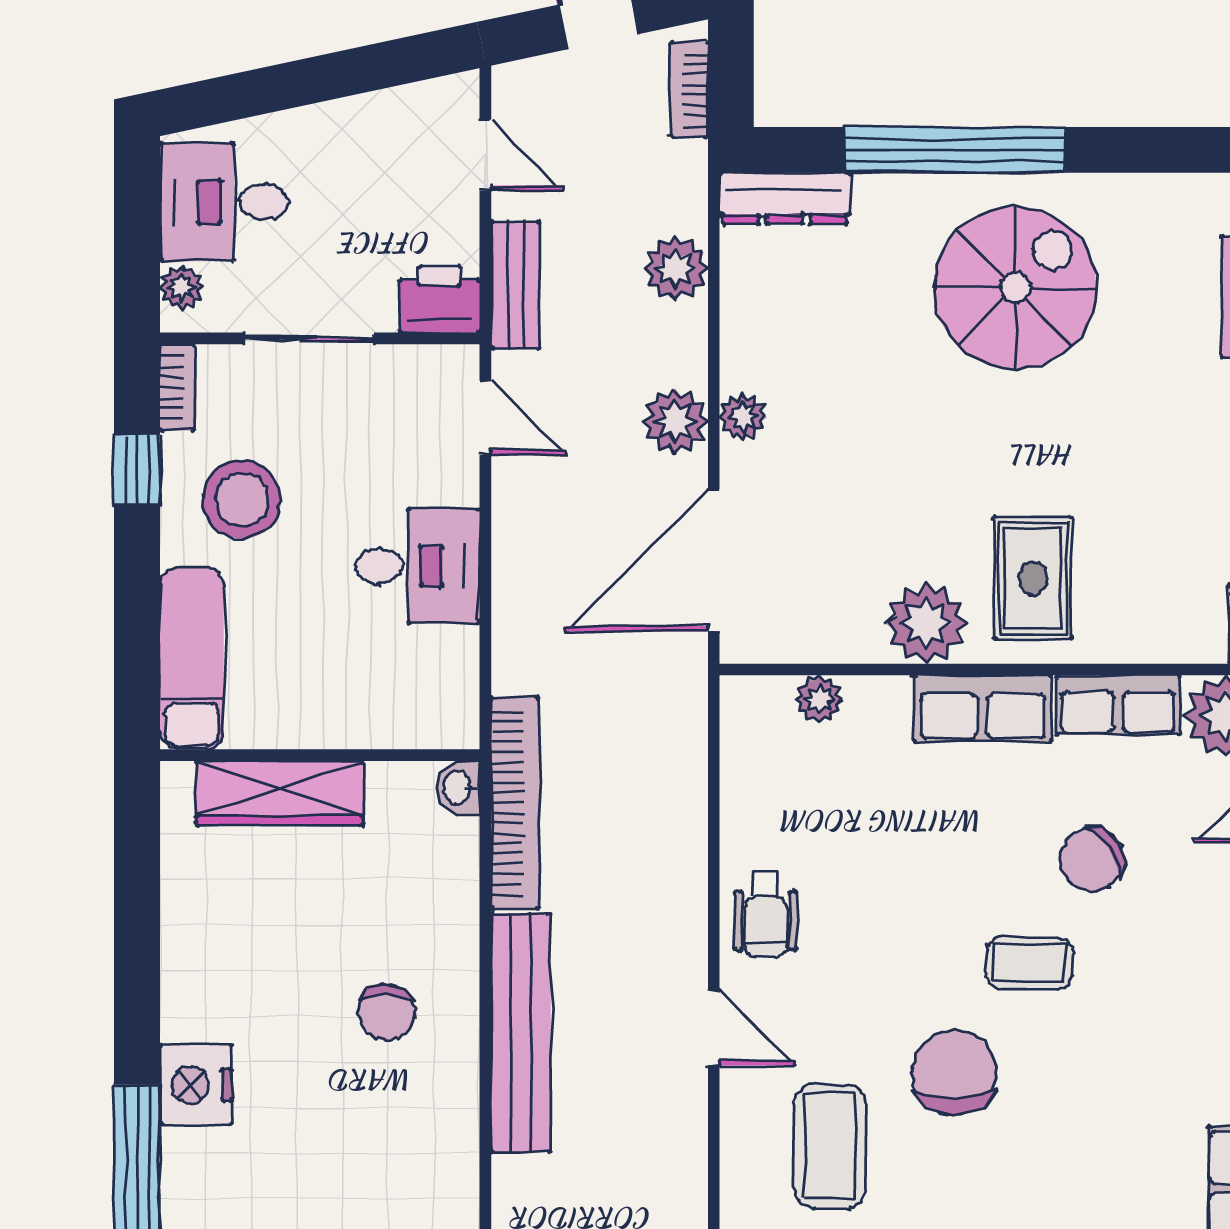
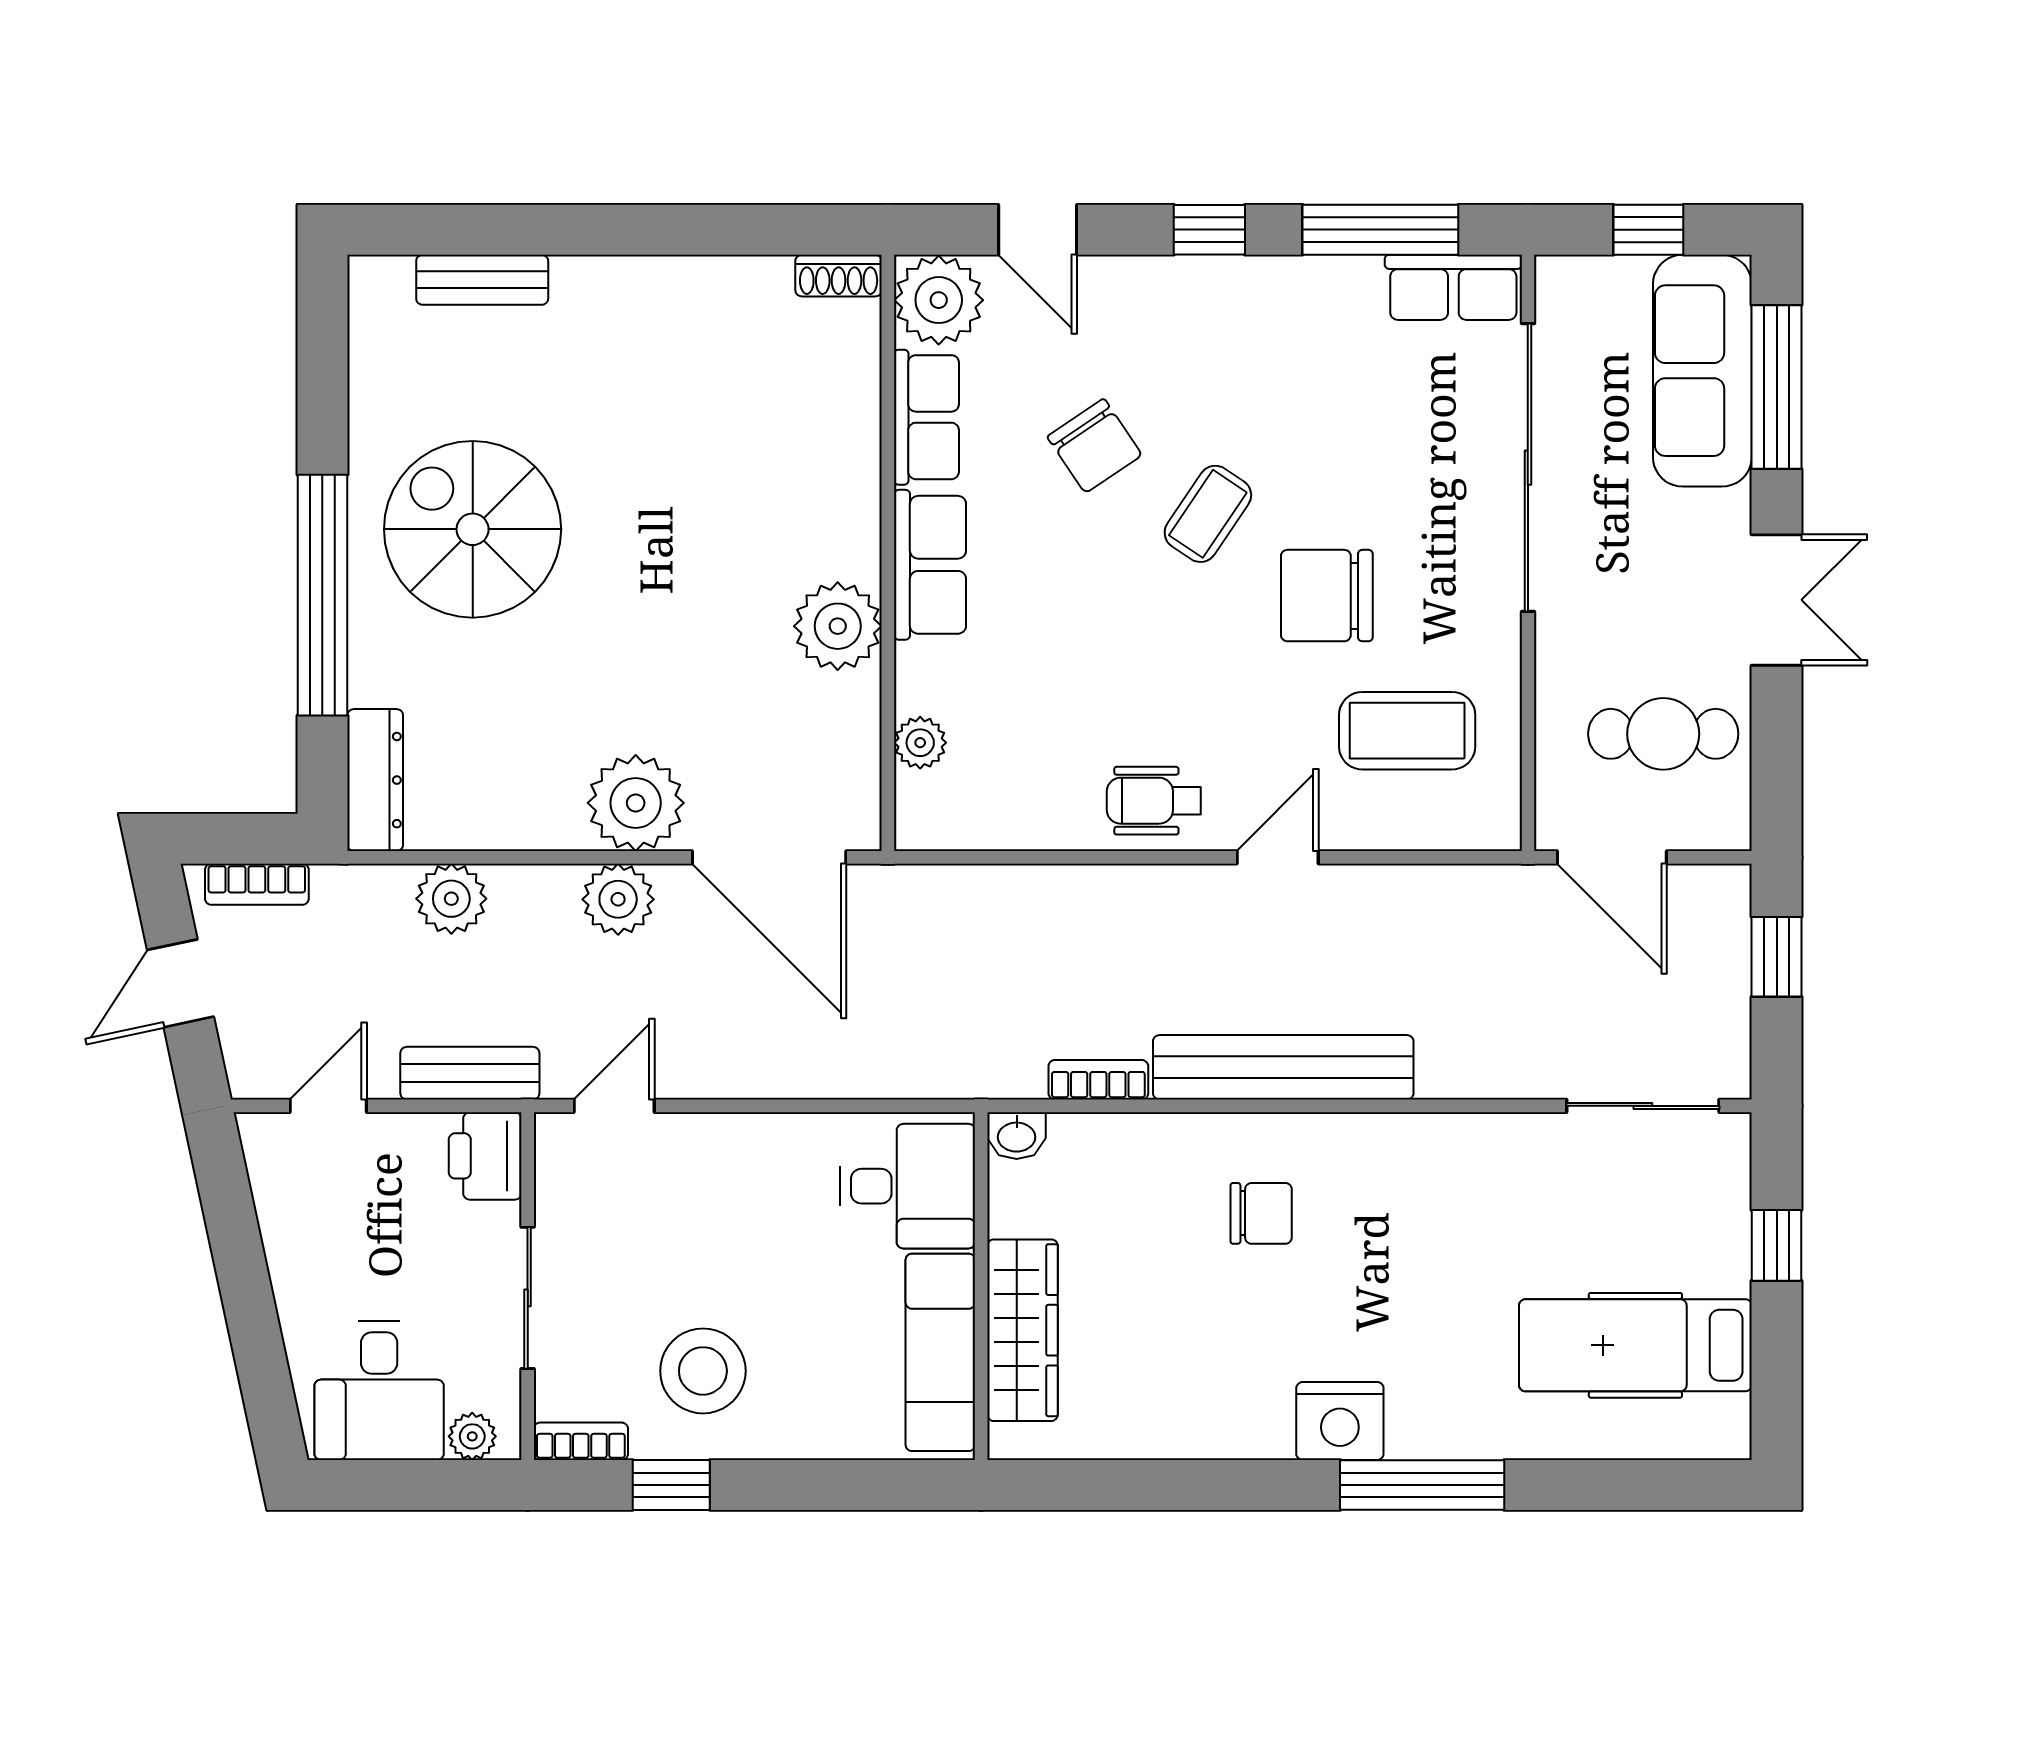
plant: (743, 417) -> (636, 803), width x1.87, depth x1.87
desk: (418, 566) -> (908, 1186), moved, turned 90
rug: (1033, 578) -> (789, 510), removed
exam couch: (192, 659) -> (940, 1352), moved, turned -90
bookcase: (515, 803) -> (1098, 1080), width x0.43, depth x0.76
wheelchair: (766, 914) -> (1154, 801), turned 180
coffee table: (1029, 963) -> (1208, 514), turned 32

